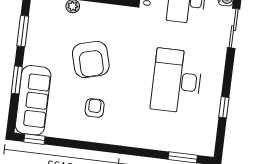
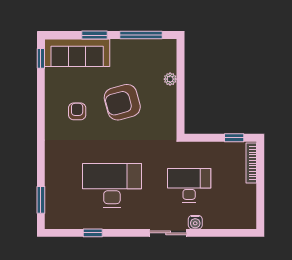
window: (23, 31) -> (141, 35), width x1.44
armchair: (95, 108) -> (77, 111), turned -90

